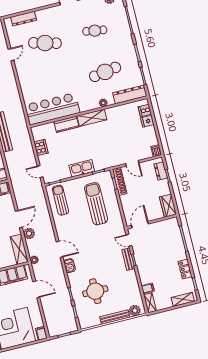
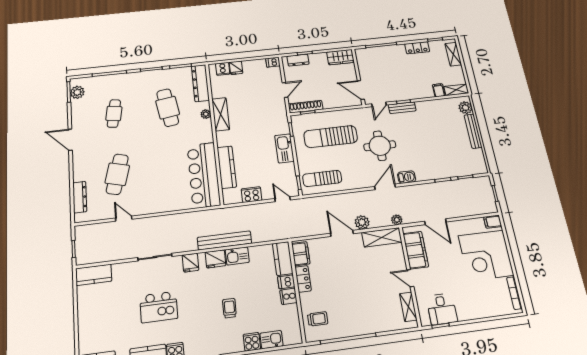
shelving: (92, 118) -> (221, 114), moved
kitchen counter: (66, 124) -> (227, 167), width x1.50
door: (40, 172) -> (283, 199), swing flipped
door: (36, 289) -> (435, 222), swing flipped
round table: (95, 291) -> (380, 146), moved

